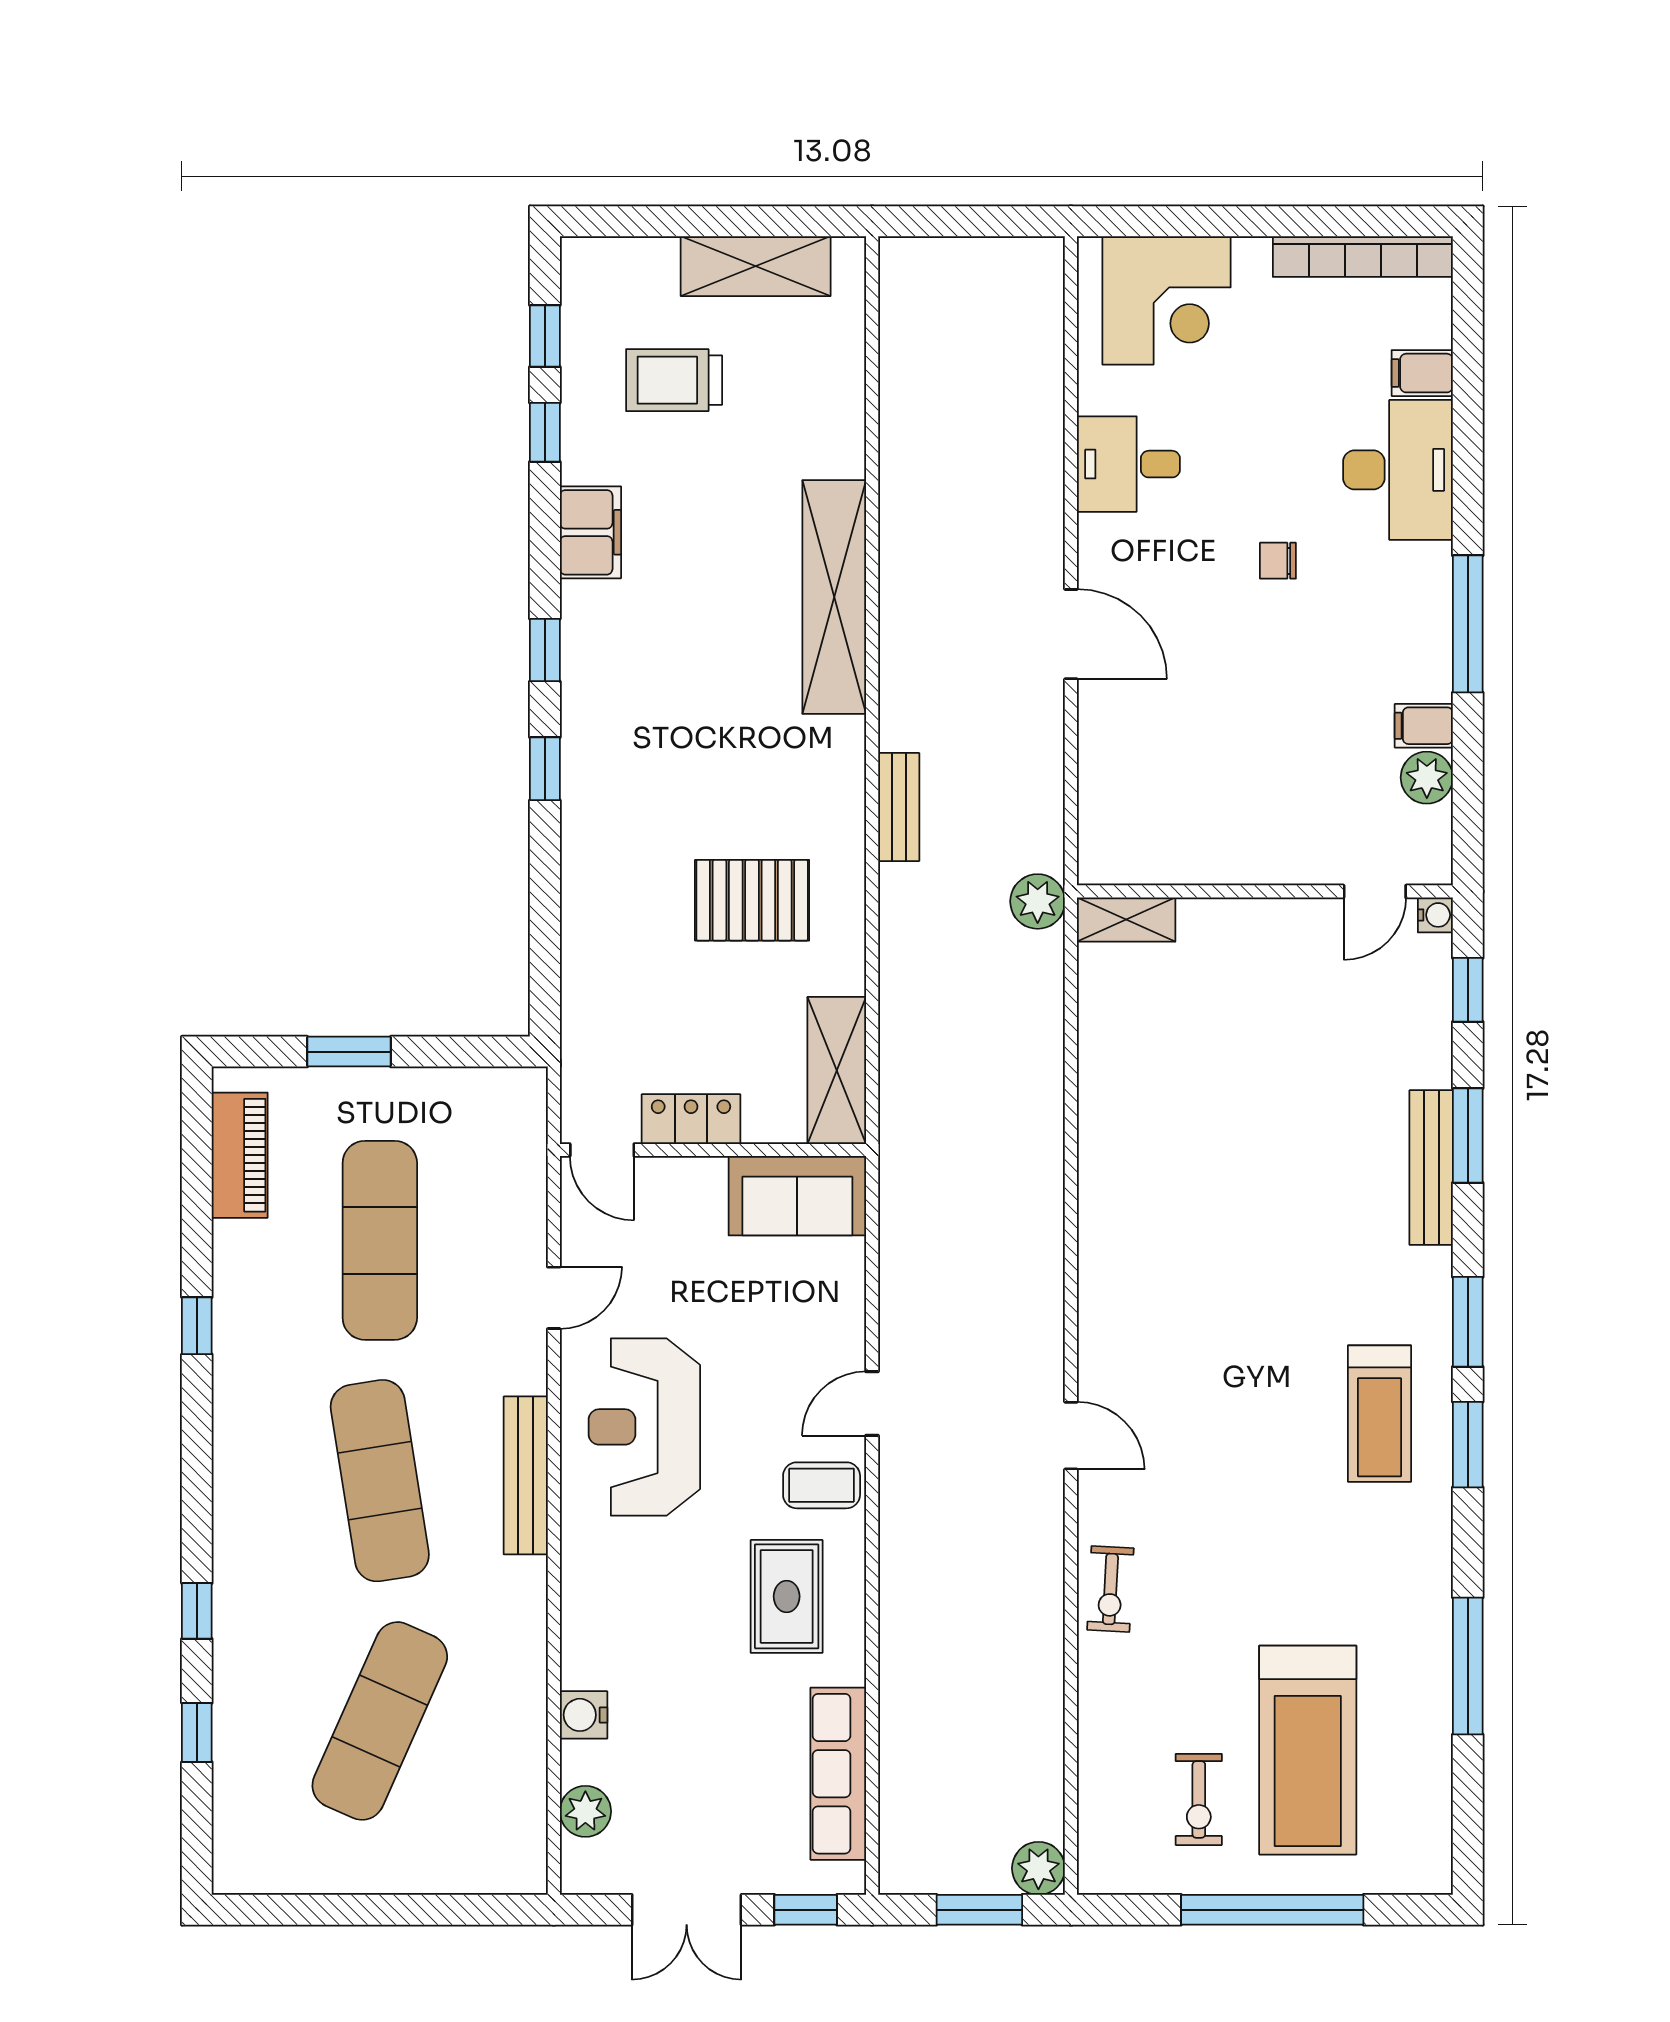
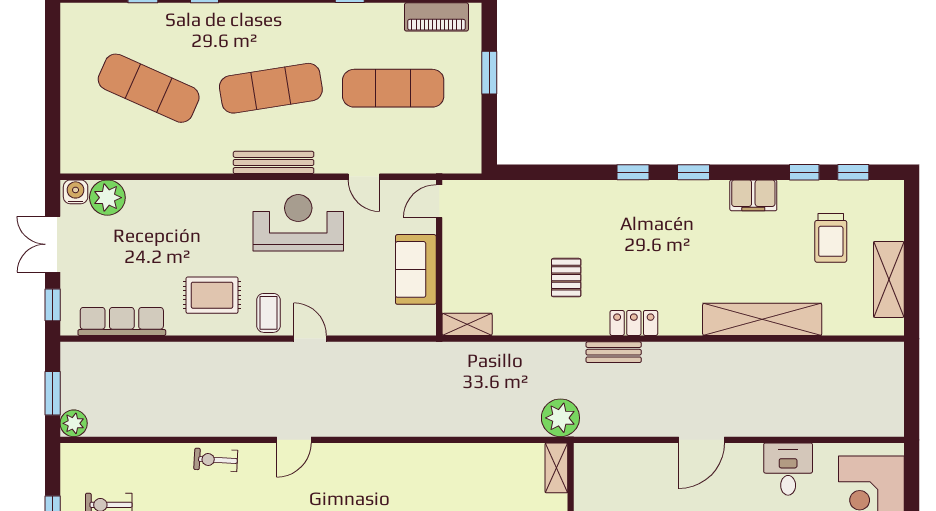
trolley: (674, 380) -> (831, 238), turned 180
shelving: (834, 597) -> (762, 319), moved
pallet: (752, 900) -> (566, 278), width x0.67, depth x0.71
plant: (1038, 901) -> (560, 418), width x1.36, depth x1.36
shelving: (837, 1070) -> (467, 324), width x0.67, depth x0.75
locker: (691, 1119) -> (634, 323), moved, turned -90
sofa: (797, 1196) -> (416, 269), moved
water cooler: (584, 1715) -> (76, 192), moved
plant: (585, 1811) -> (107, 198), width x1.36, depth x1.36

